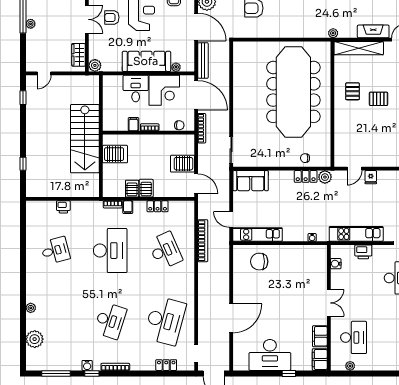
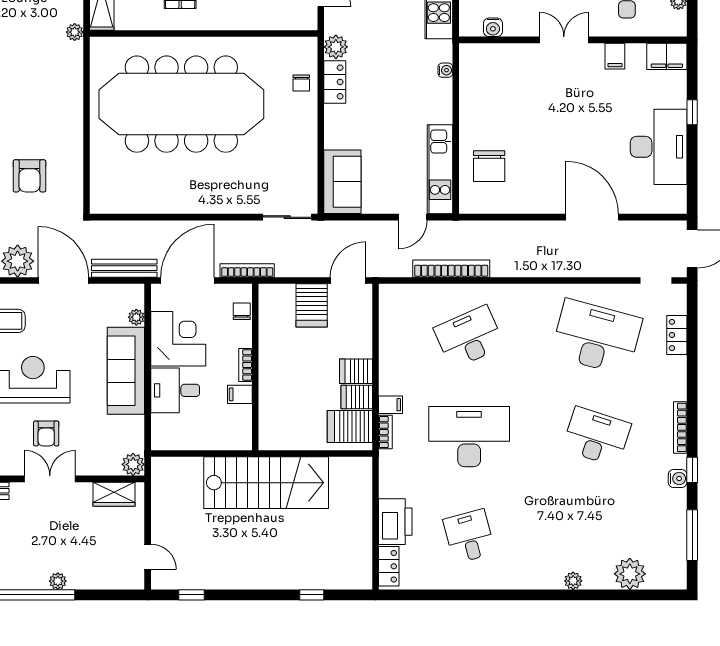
door: (196, 27) -> (64, 280), hinge flipped
server rack: (115, 154) -> (350, 427), moved, turned -90
locker: (158, 206) -> (389, 566), moved
printer: (63, 207) -> (395, 522), width x1.87, depth x1.48
filing cabinet: (320, 336) -> (615, 56), width x0.50

